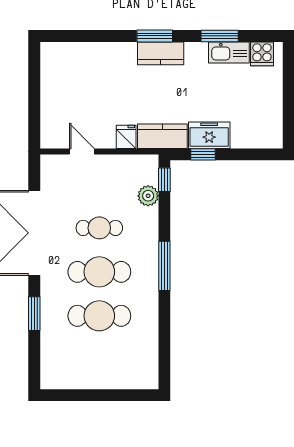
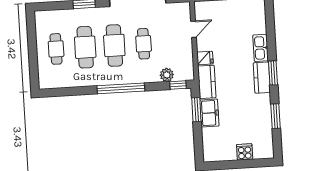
kitchen sink: (229, 52) -> (261, 48), moved
cooker: (262, 54) -> (245, 152), moved, turned 90
window: (203, 154) -> (196, 110), width x1.50
window: (164, 266) -> (121, 88), width x1.46
cafe table: (99, 360) -> (56, 49), added

